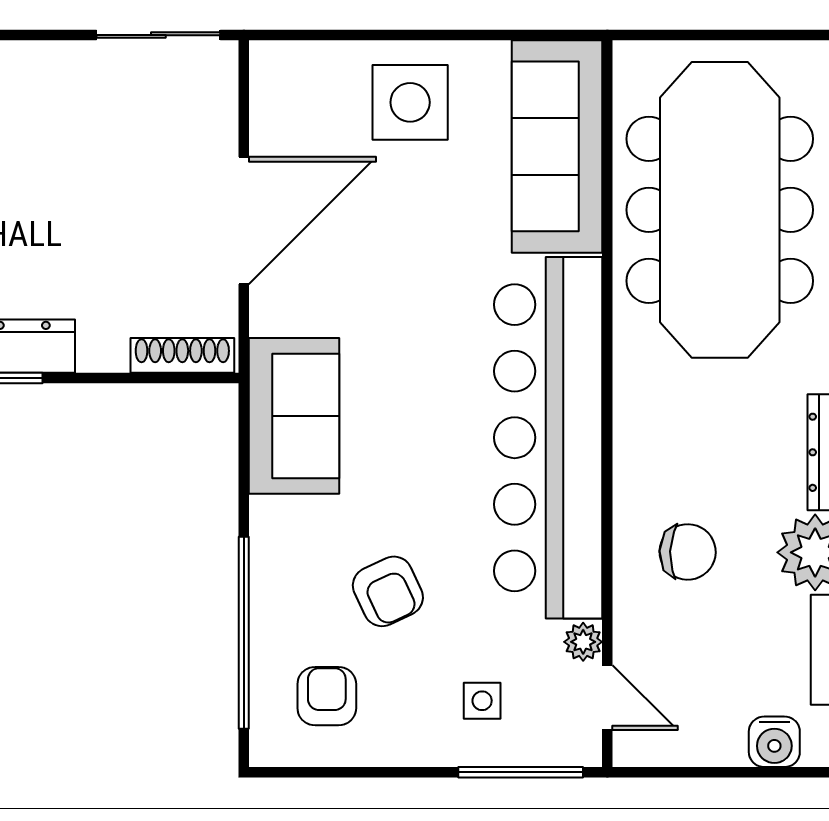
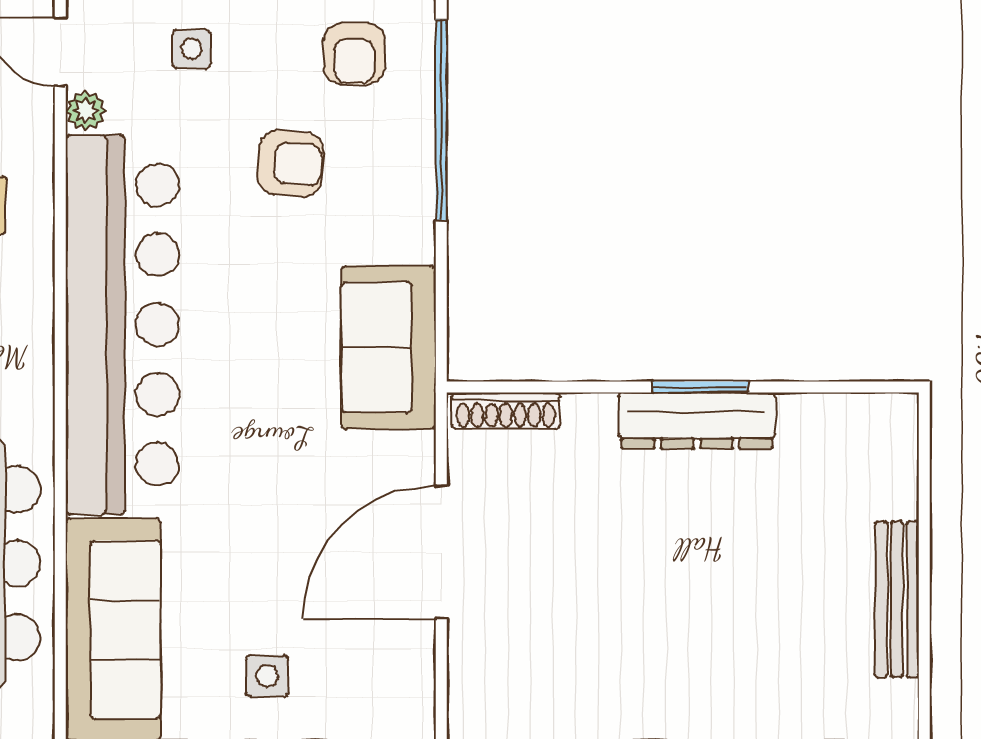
side table: (410, 102) -> (267, 676), width x0.54, depth x0.54
armchair: (388, 591) -> (290, 163), turned 120

